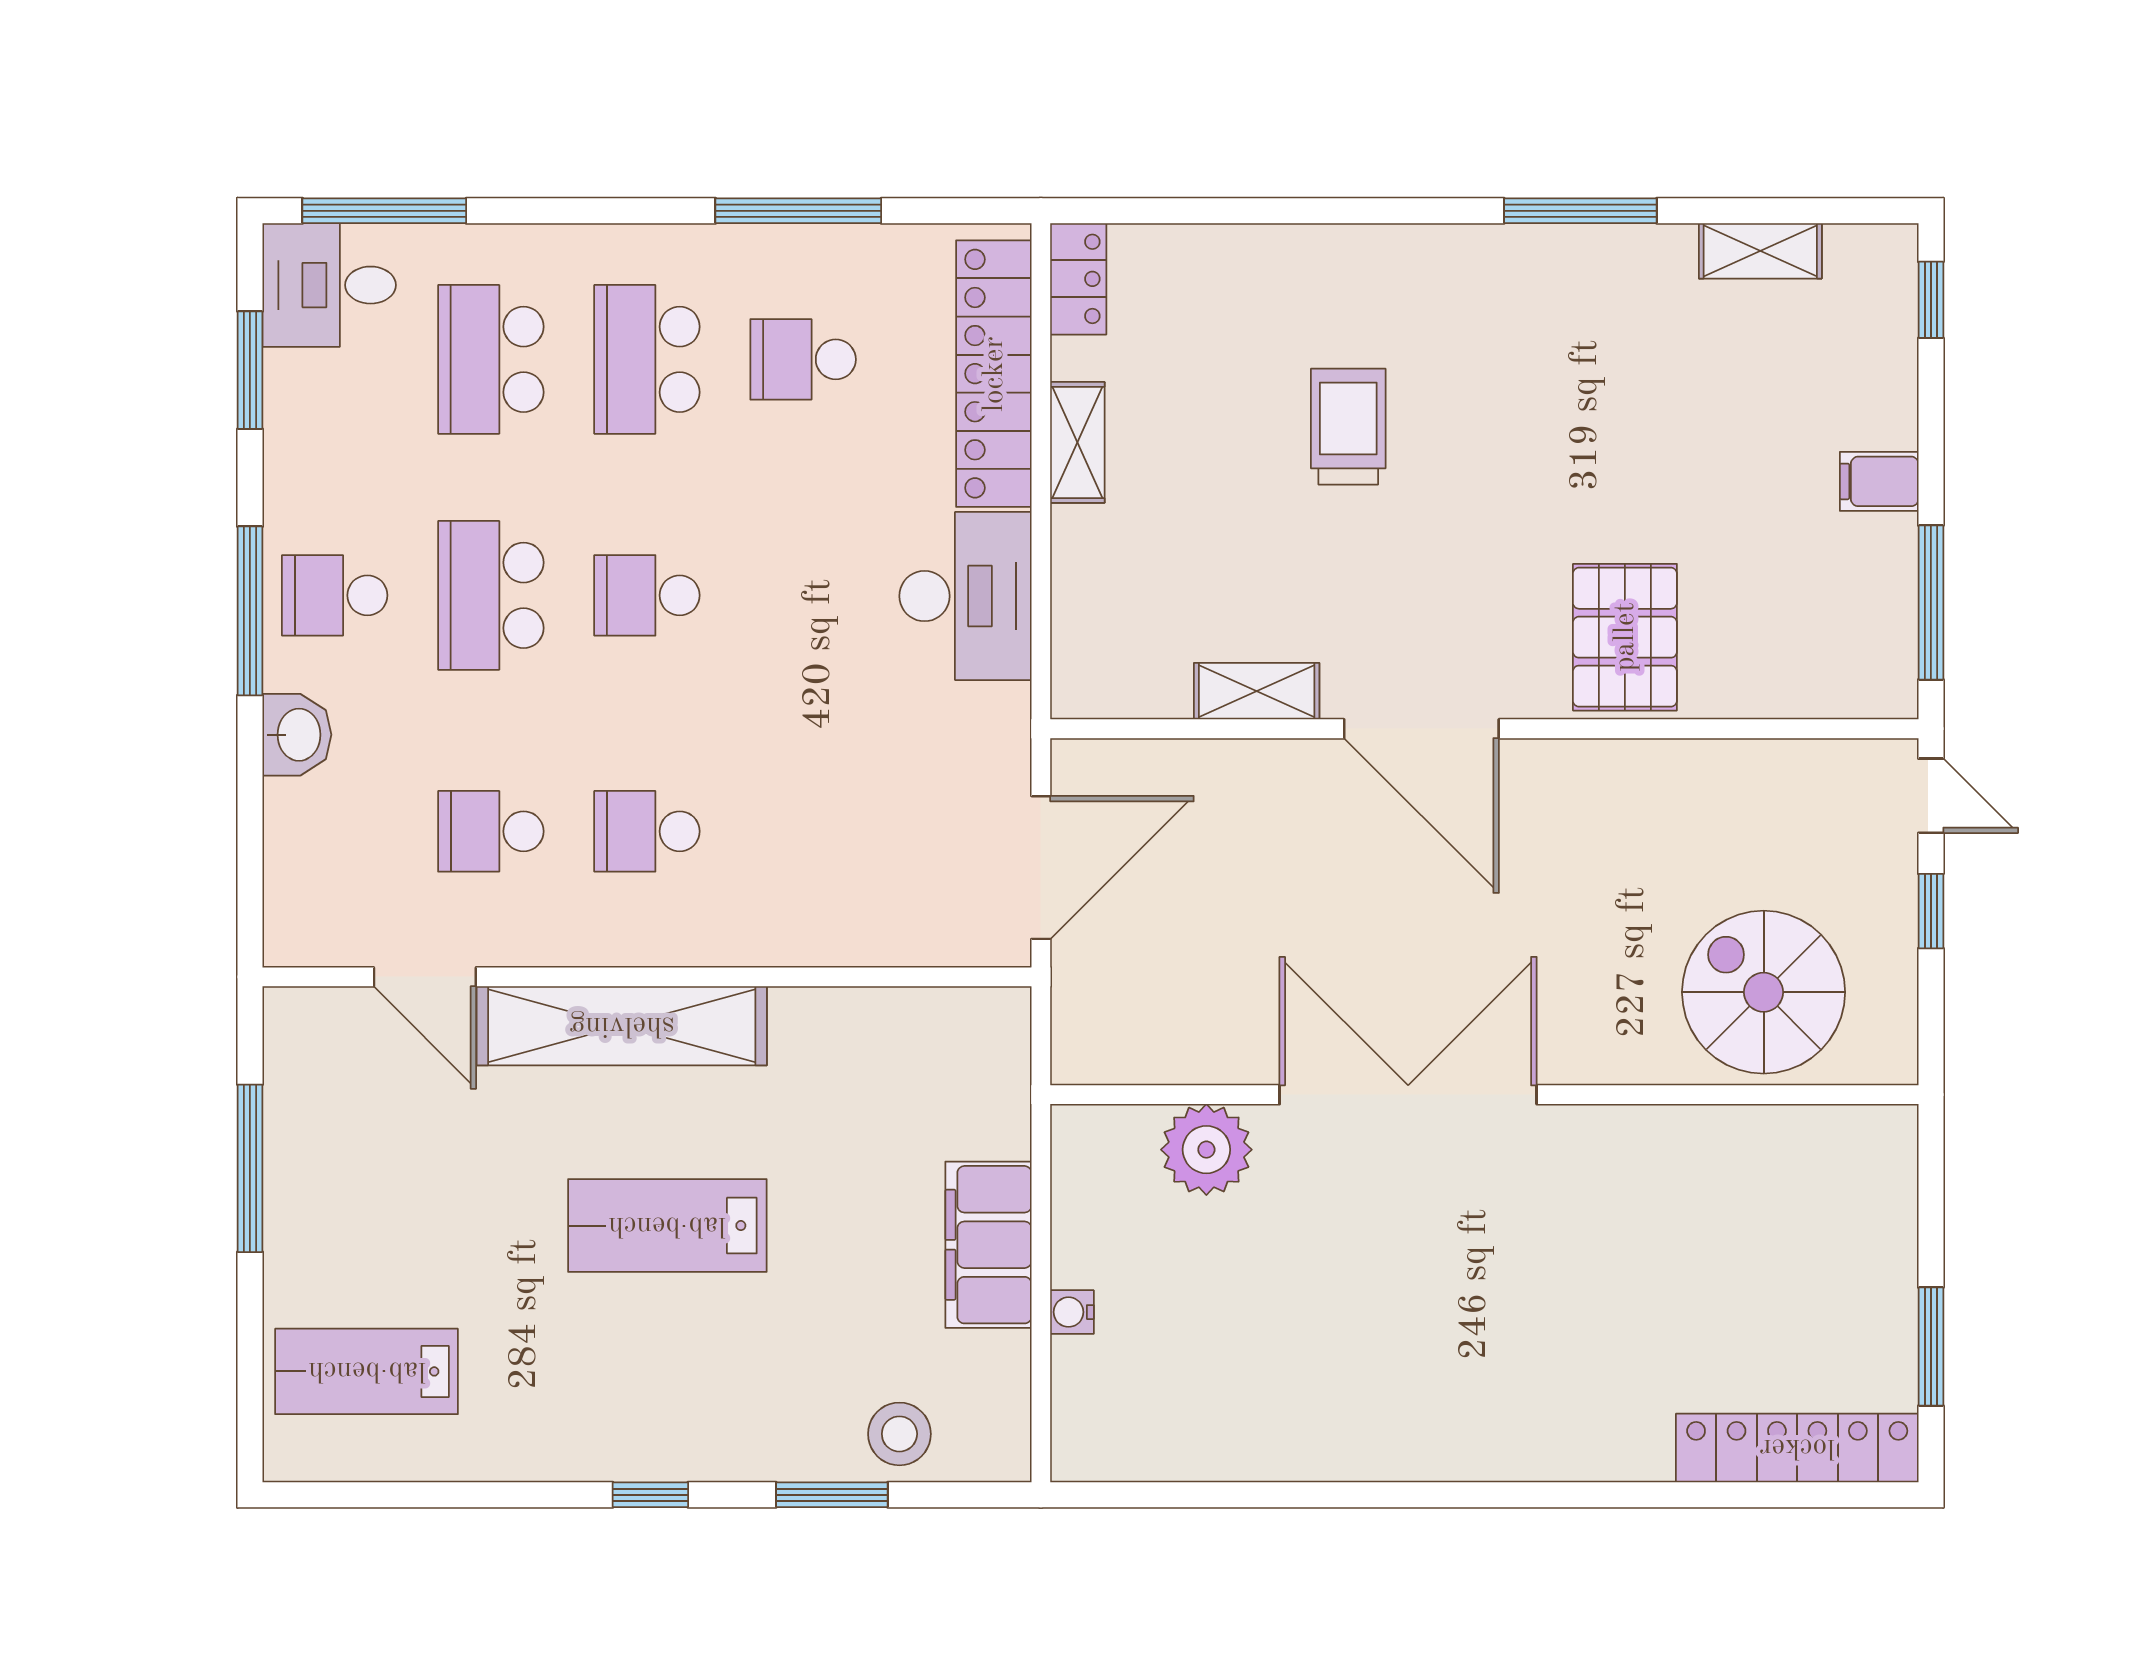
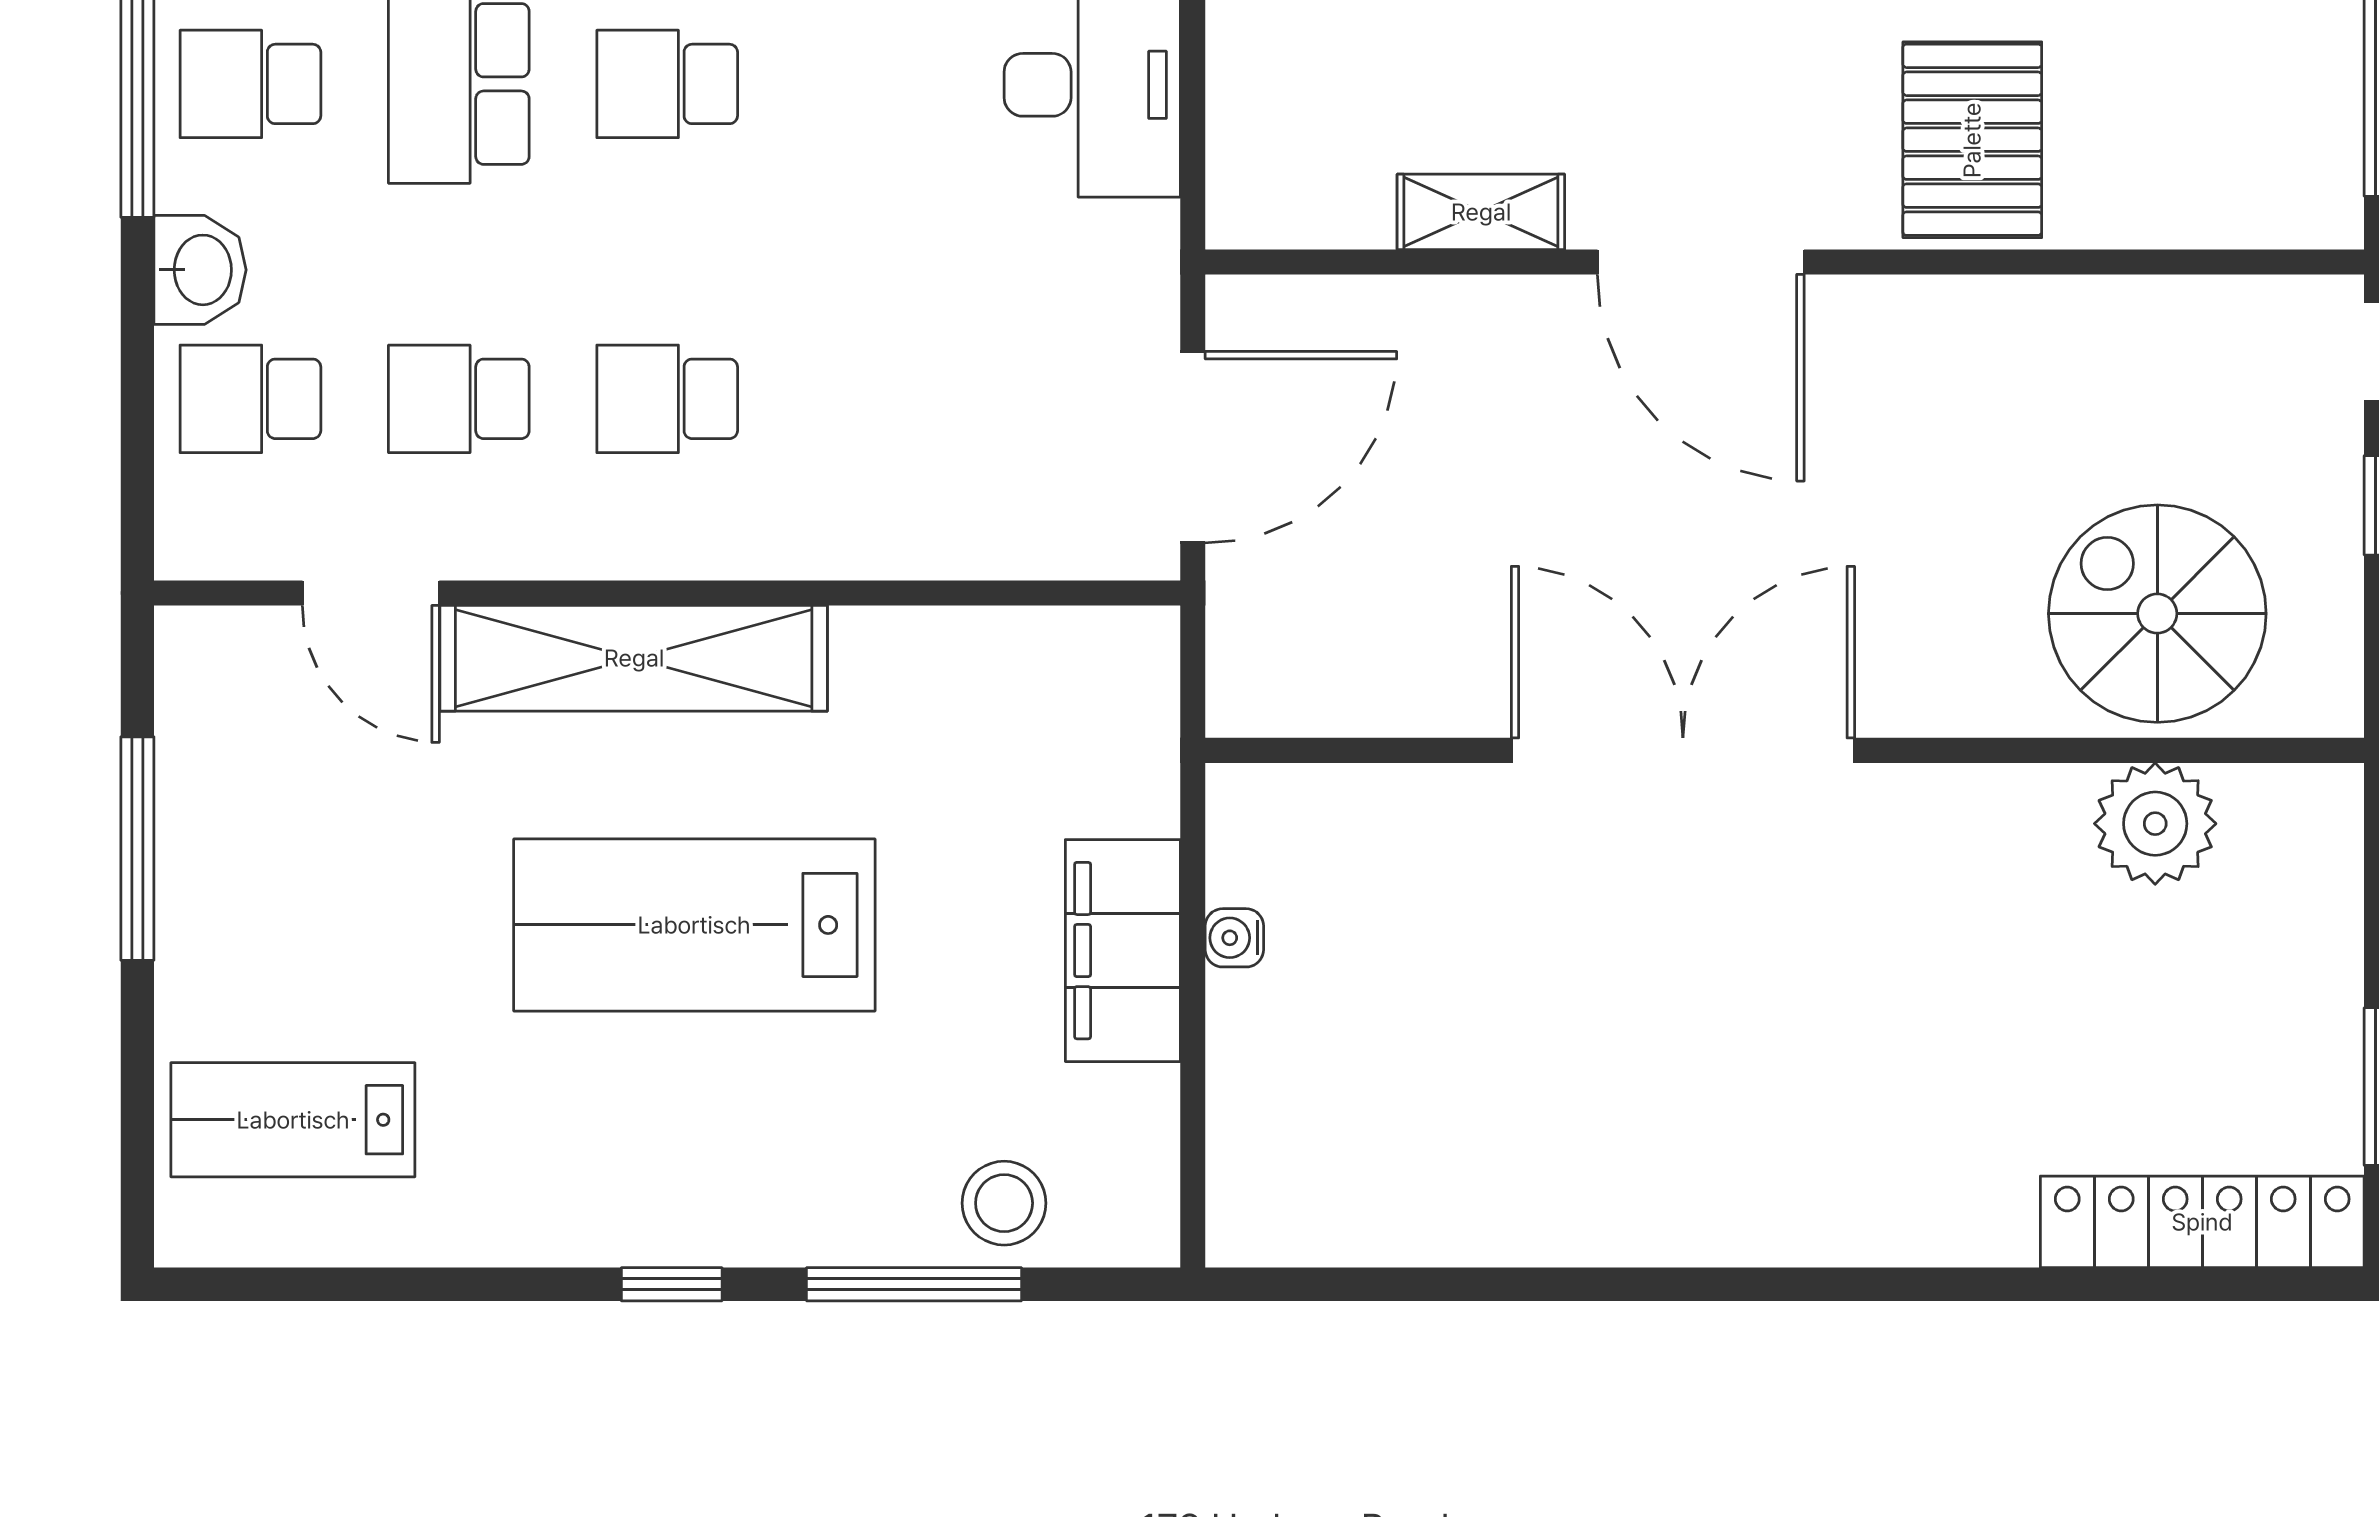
school desk: (335, 831) -> (250, 399), added
plant: (1206, 1150) -> (2155, 824), moved
lab bench: (667, 1226) -> (694, 925), width x1.36, depth x1.39
water cooler: (1072, 1312) -> (1234, 938), moved
window: (832, 1495) -> (914, 1284), width x1.44

